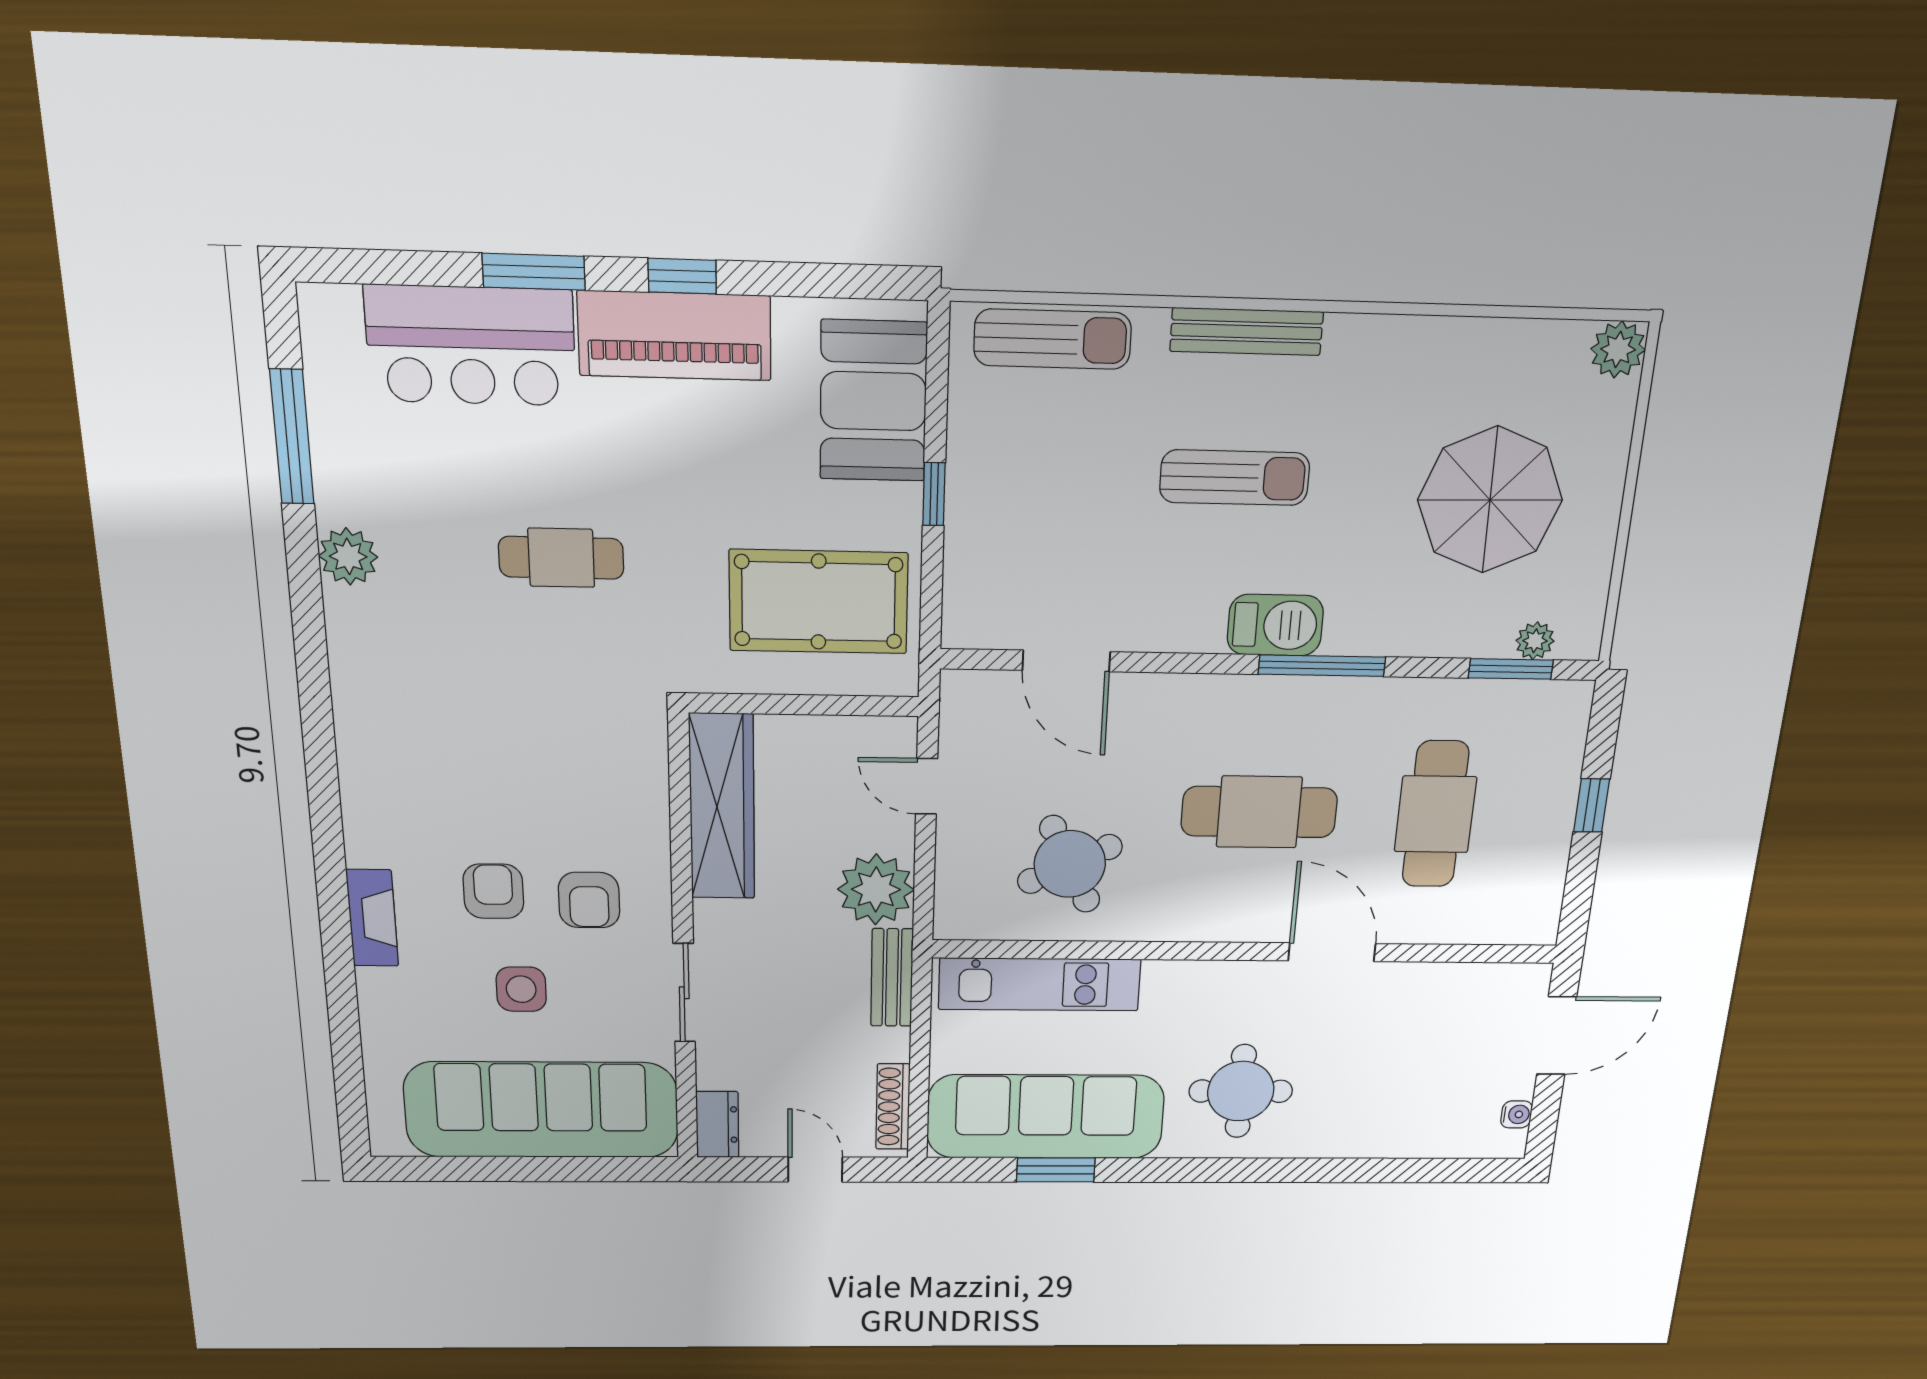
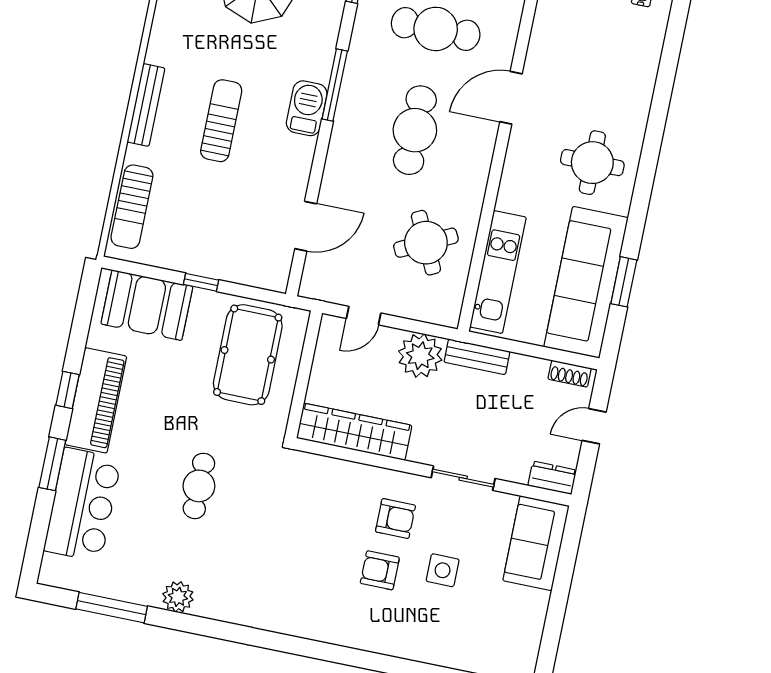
sun lounger: (1053, 339) -> (132, 207), turned 180
fireplace: (372, 918) -> (383, 642), removed
shoe rack: (893, 1107) -> (570, 374), width x0.70
sofa: (542, 1110) -> (536, 543), width x0.54, depth x0.79

